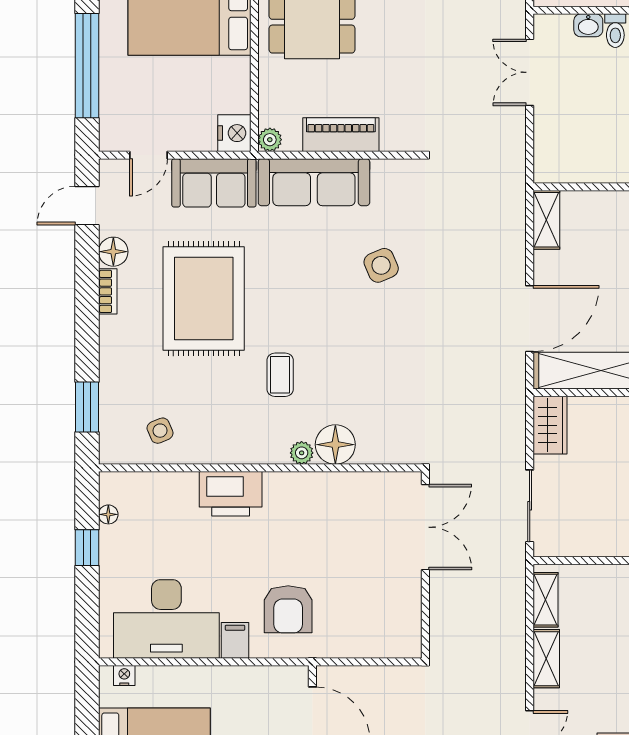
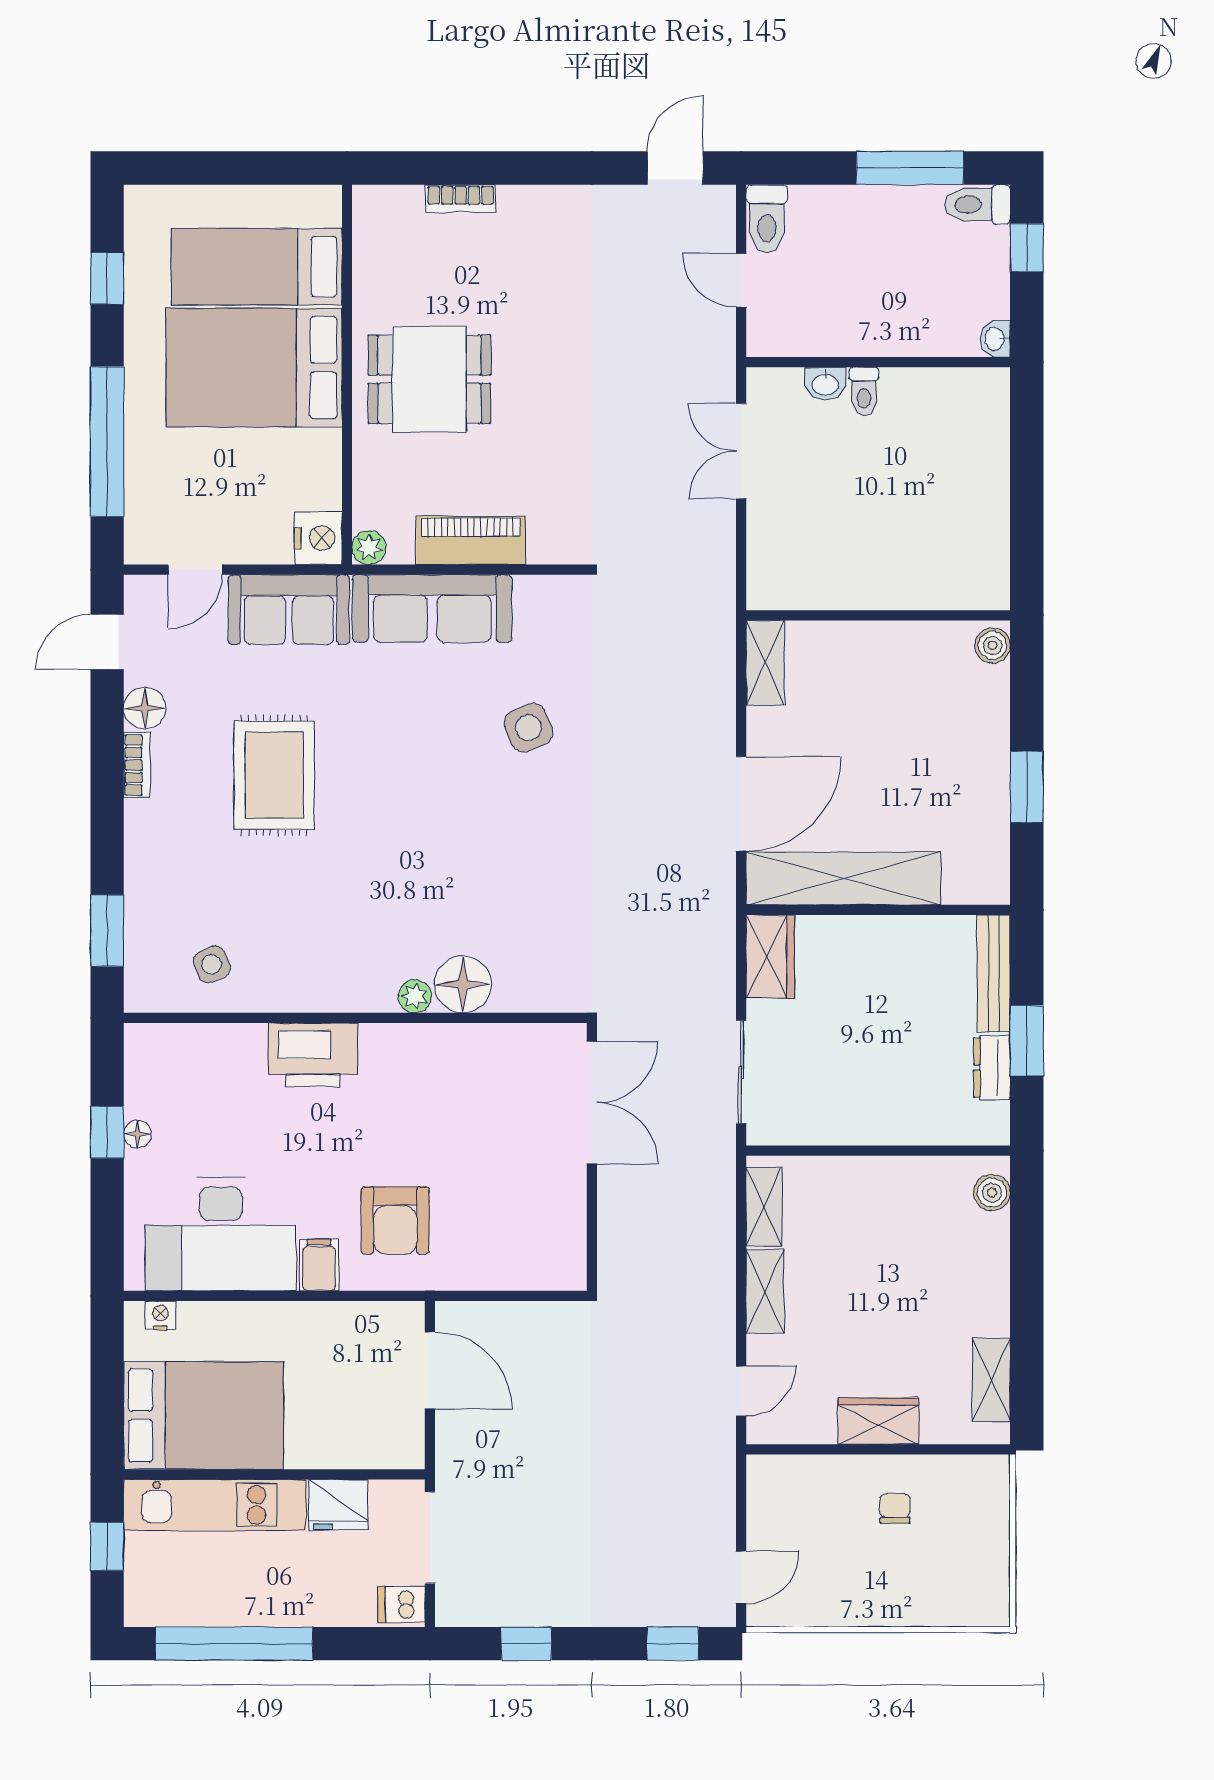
rug: (204, 299) -> (274, 775), width x0.73, depth x0.69
coffee table: (280, 375) -> (384, 884), removed
floor lamp: (108, 514) -> (138, 1134), moved

